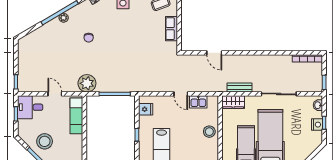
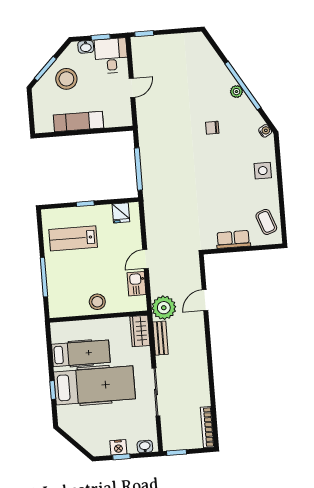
plant: (87, 83) -> (164, 308), moved
exam couch: (76, 116) -> (78, 122), moved
washbasin: (22, 125) -> (86, 47), added

